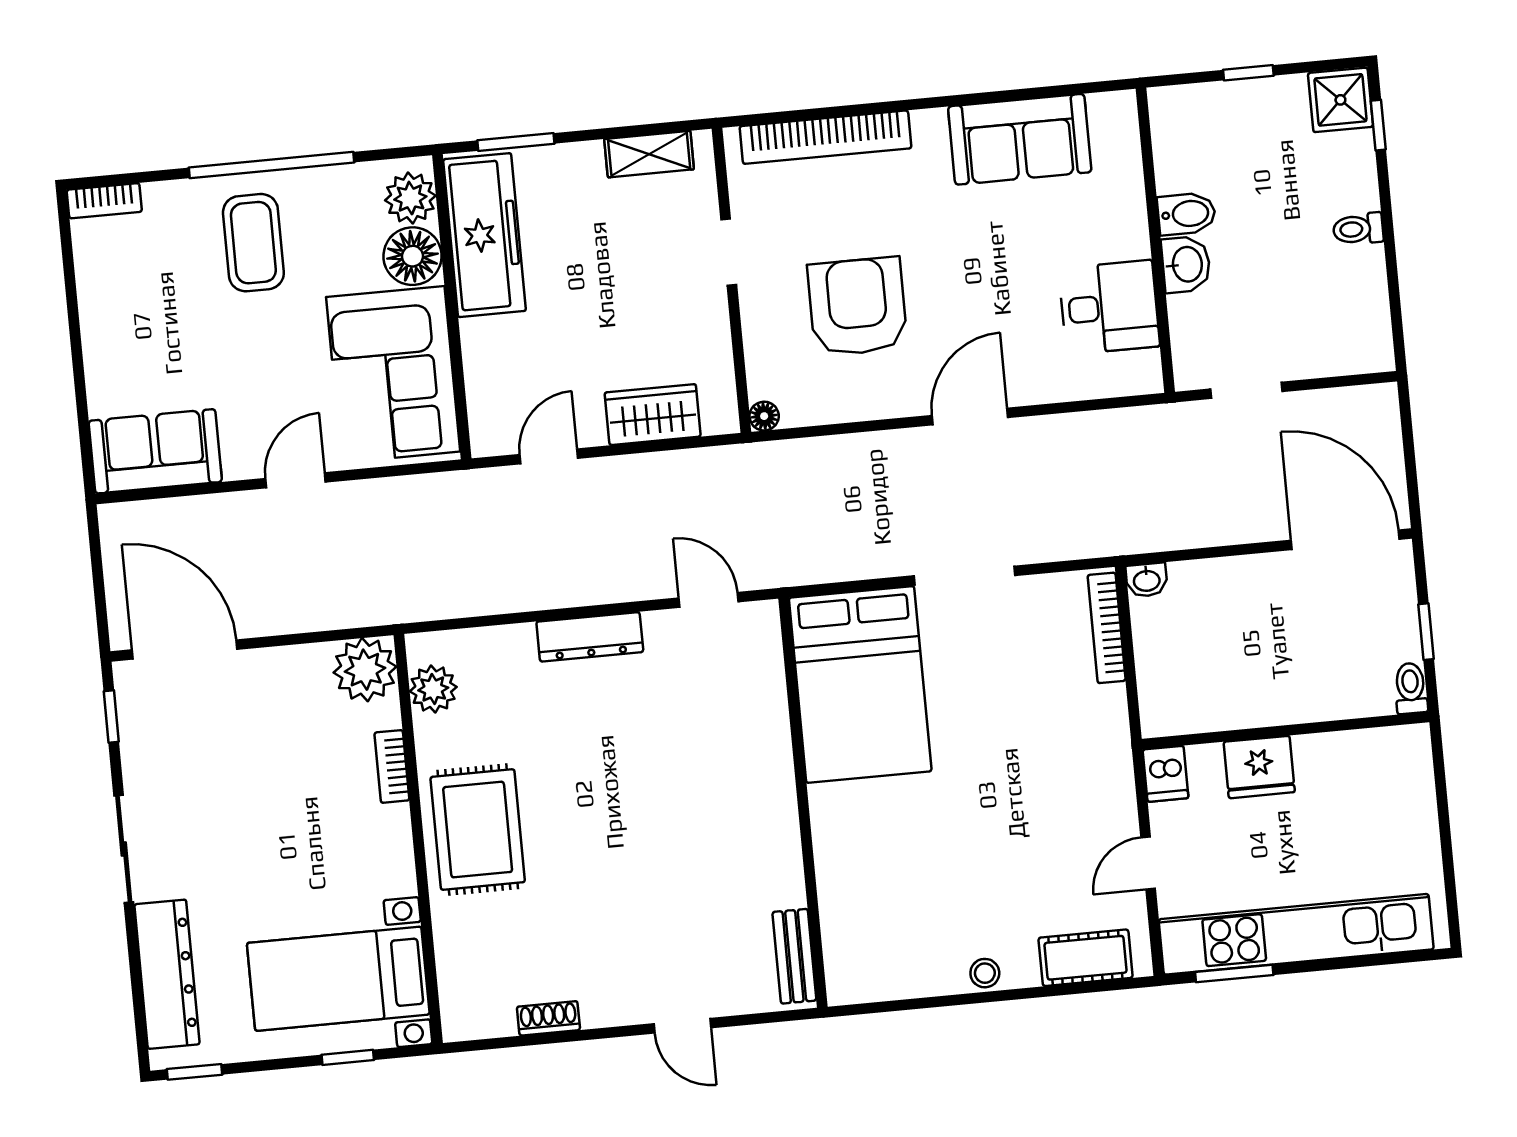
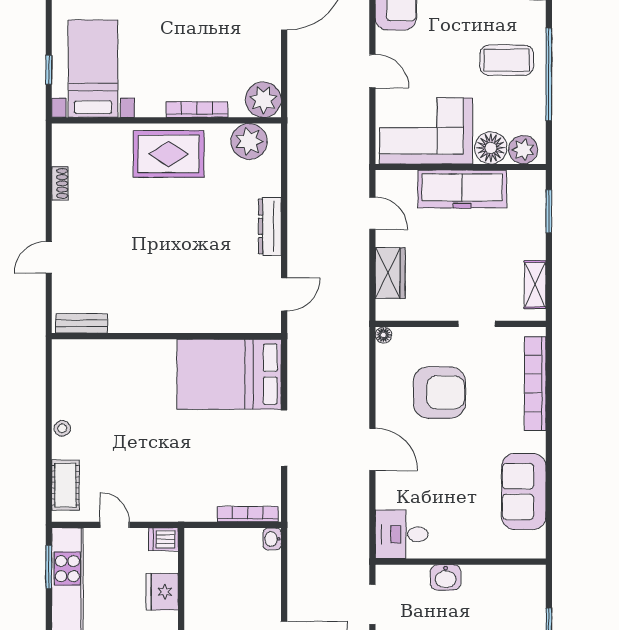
bidet: (1187, 214) -> (474, 580), removed
freezer: (485, 235) -> (462, 189), moved
desk: (1109, 307) -> (402, 534), moved, turned 90
plant: (433, 689) -> (249, 141), width x1.36, depth x1.36
bookcase: (392, 766) -> (197, 110), width x1.56

